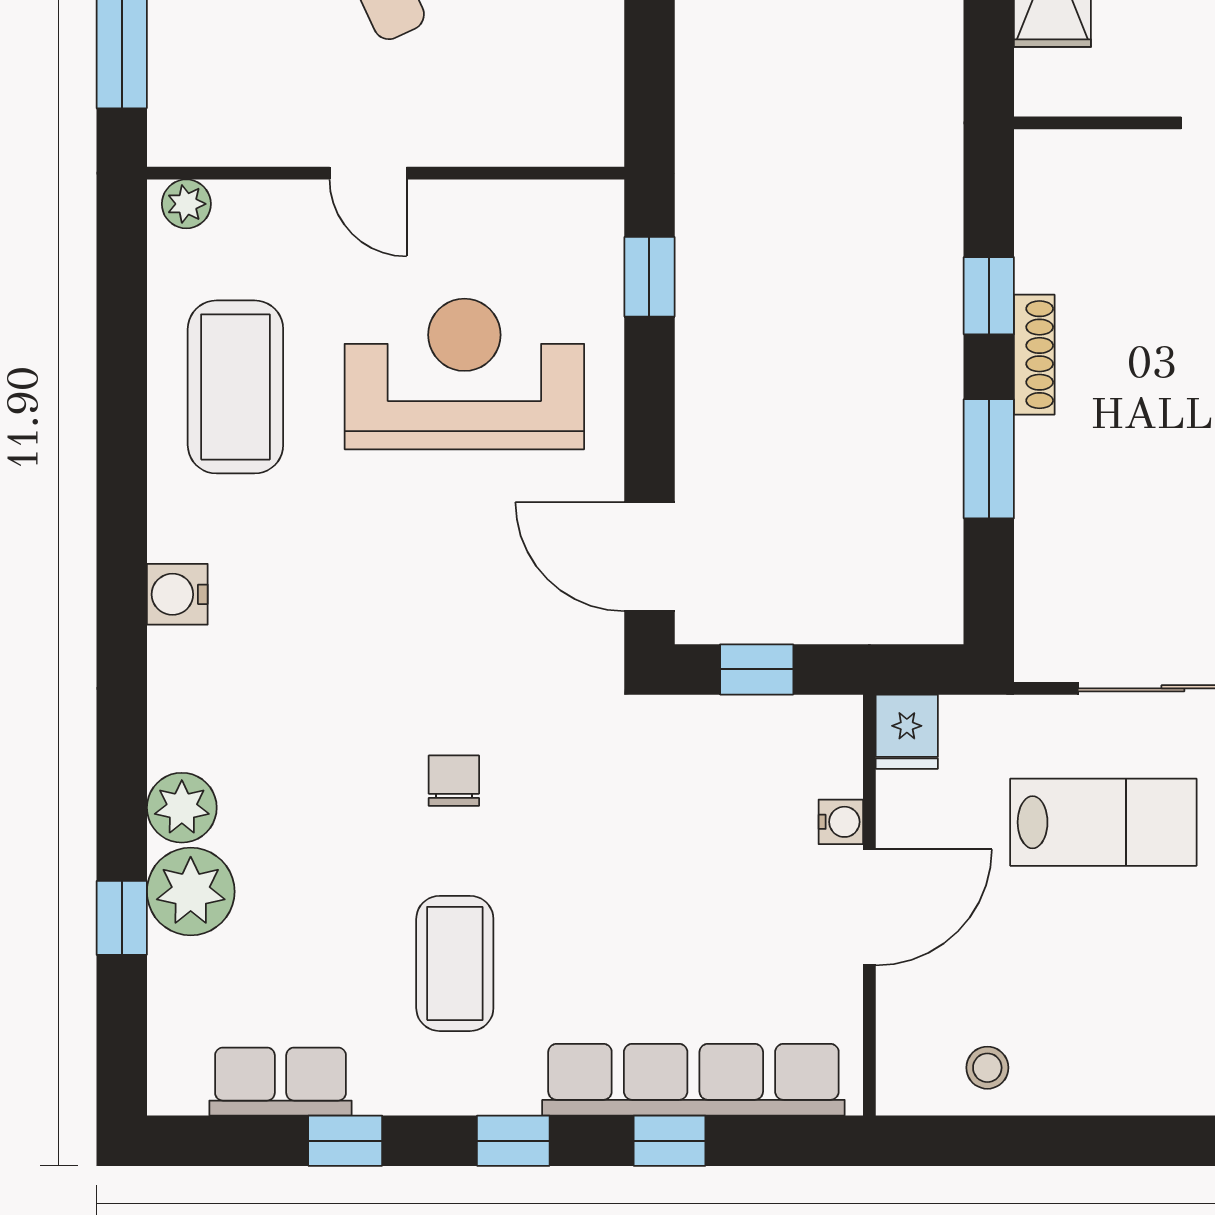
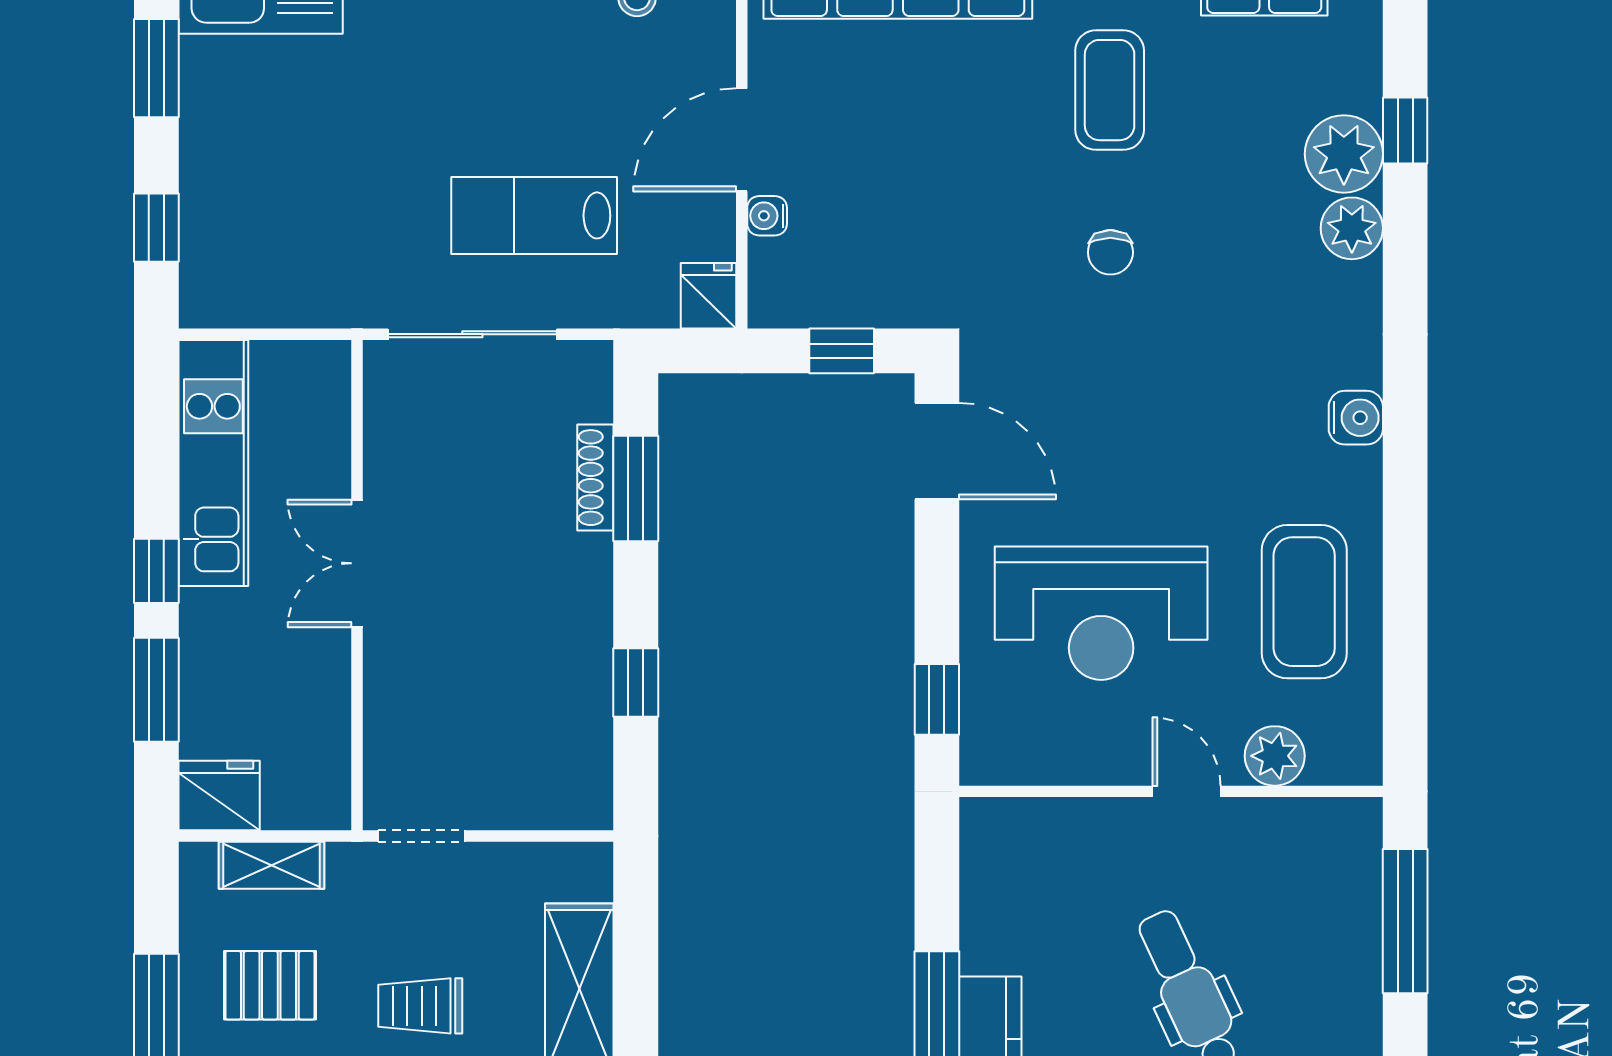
plant: (186, 204) -> (1275, 756), moved, width x1.38, depth x1.38
shoe rack: (1034, 355) -> (595, 478), moved
window: (989, 459) -> (636, 489), moved

